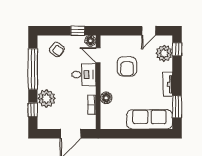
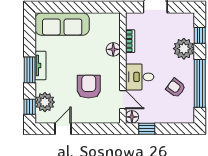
armchair: (57, 49) -> (176, 88), moved
window: (177, 107) -> (30, 70), moved

